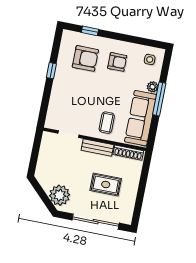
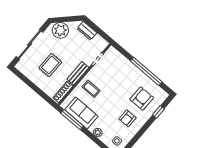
armchair: (85, 58) -> (142, 99), turned 180
window: (51, 71) -> (146, 71), width x3.17
window: (159, 99) -> (72, 120), moved
sofa: (141, 118) -> (81, 113), width x0.73
dresser: (43, 165) -> (87, 31), added

